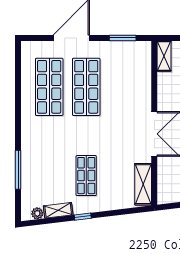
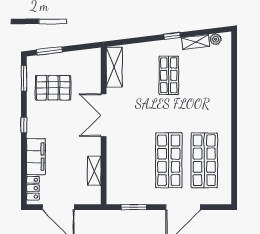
shelving: (164, 56) -> (94, 171), moved
window: (18, 170) -> (234, 81), removed

